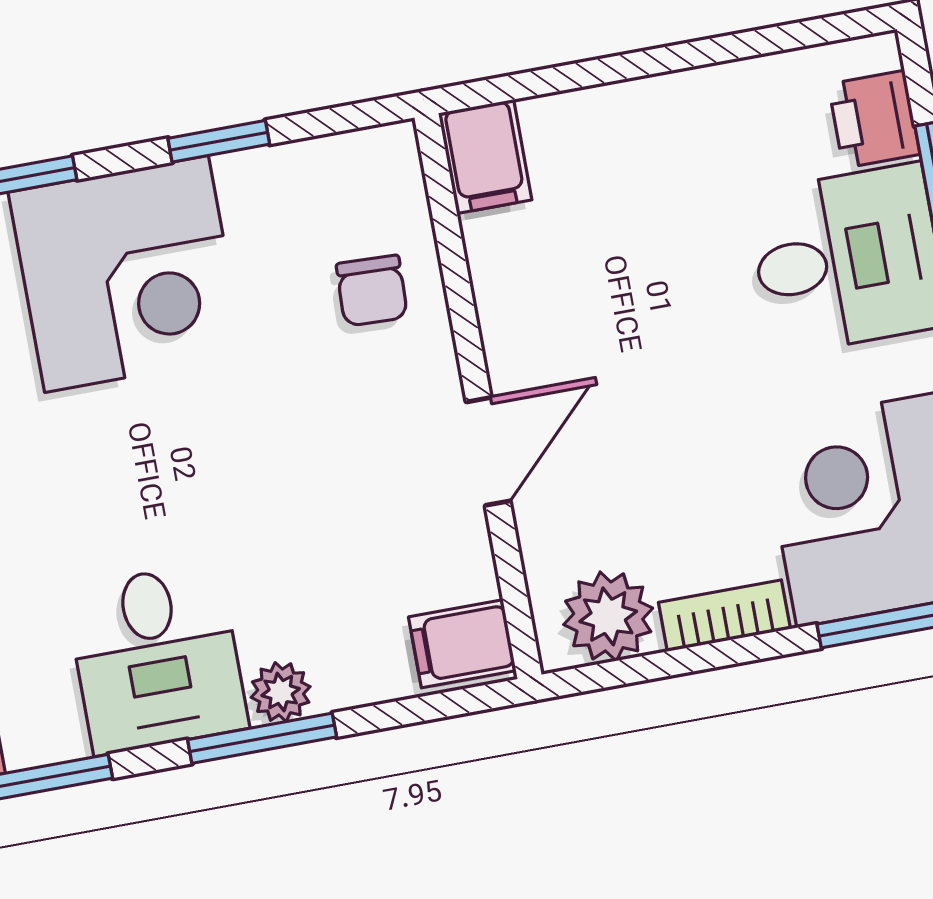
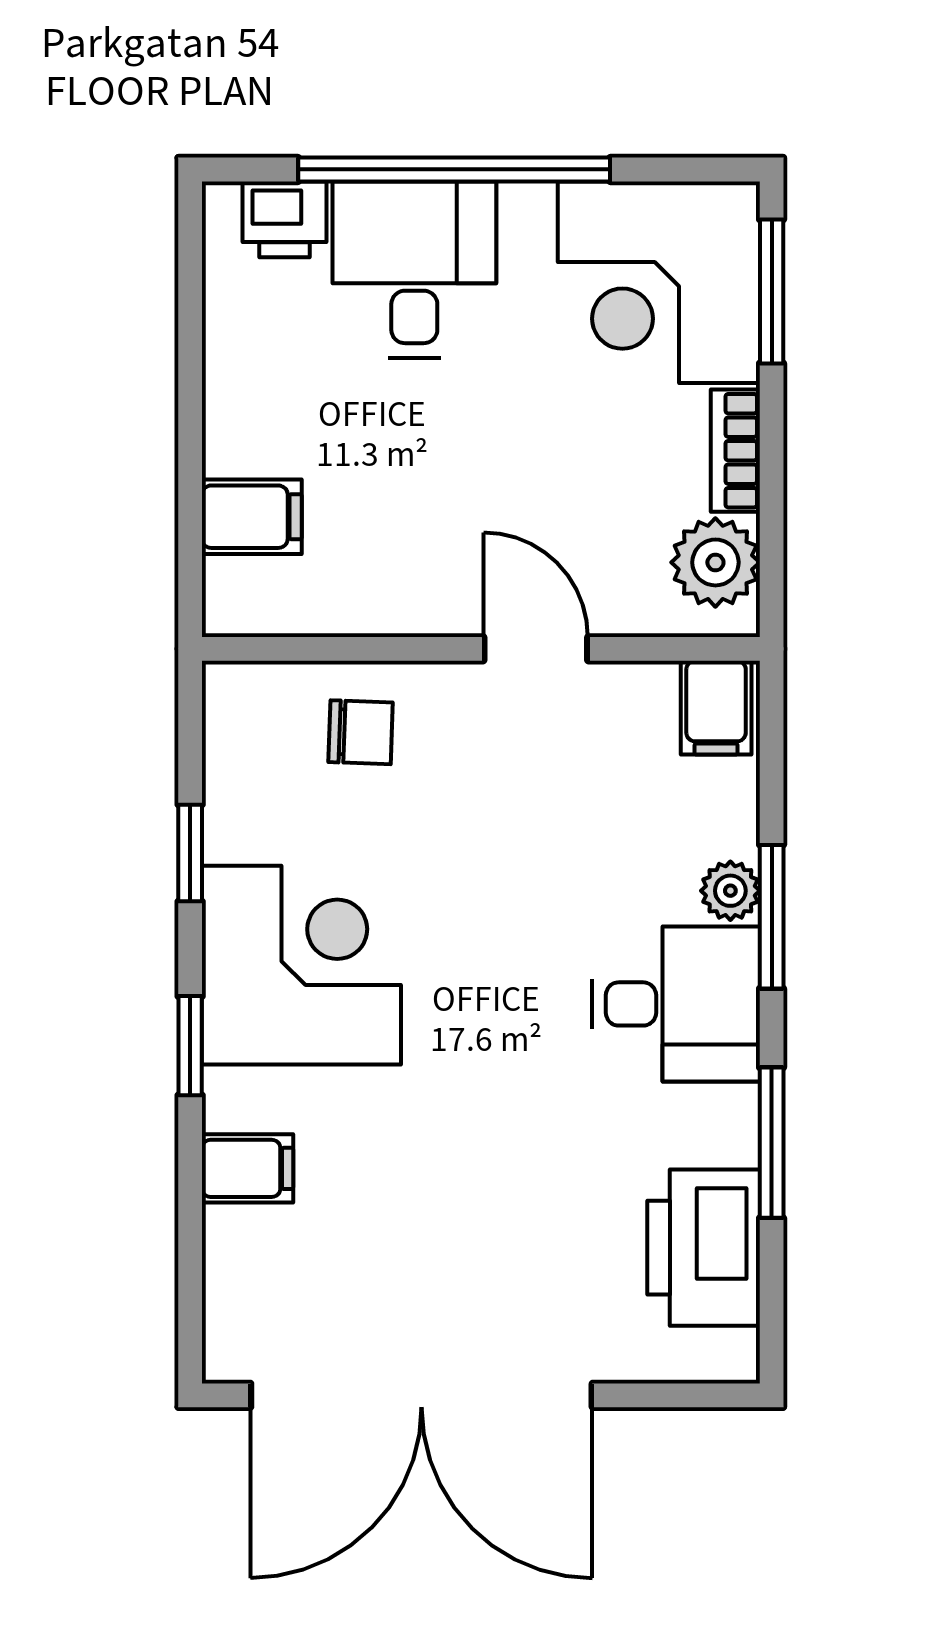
filing cabinet: (485, 157) -> (252, 517), moved

